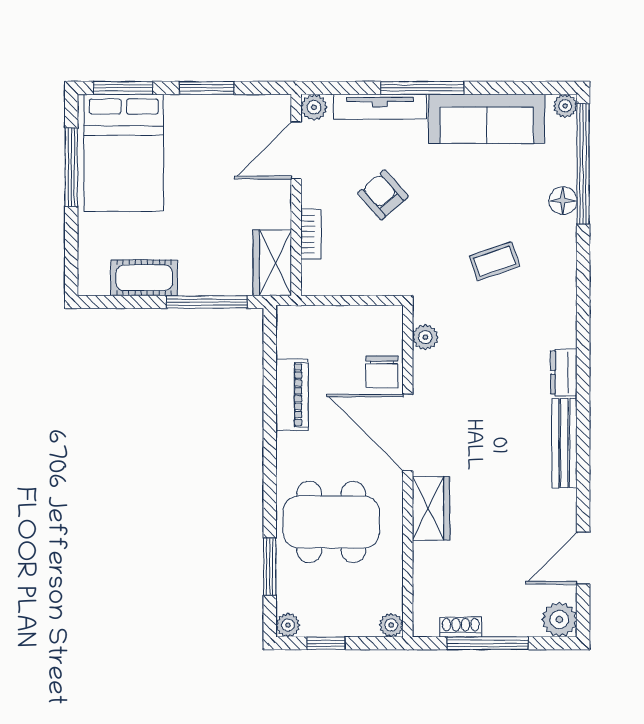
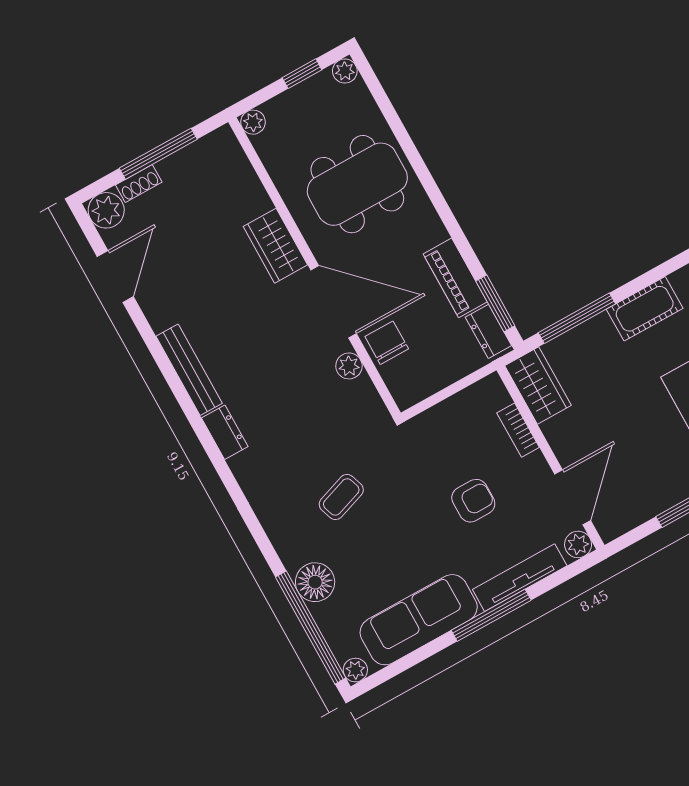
armchair: (383, 195) -> (473, 501), turned -49
floor lamp: (563, 201) -> (315, 582), width x1.38, depth x1.38
dresser: (289, 333) -> (488, 331), added
plant: (425, 337) -> (349, 366), moved
window: (270, 567) -> (495, 303), moved
shoe rack: (461, 627) -> (139, 183), moved

